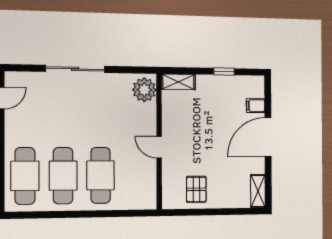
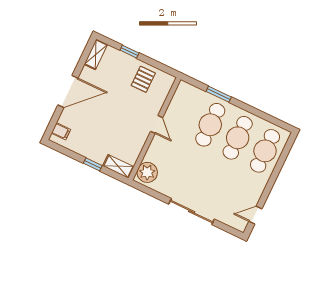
window: (224, 72) -> (93, 164), moved
filing cabinet: (256, 106) -> (61, 131), moved
window: (225, 212) -> (129, 52), added
window: (107, 214) -> (219, 94), added

